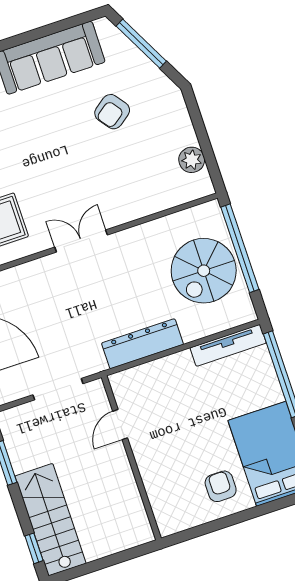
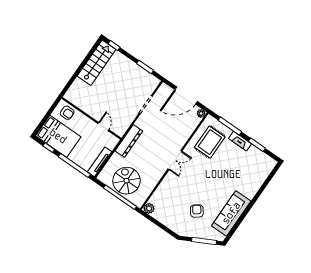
plant: (192, 160) -> (149, 208), moved
door: (120, 425) -> (103, 127), moved
wall: (131, 458) -> (91, 118), moved
stairs: (51, 520) -> (97, 63), moved, turned -90

